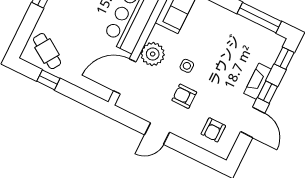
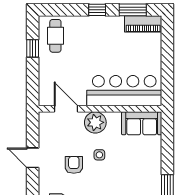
cafe table: (47, 51) -> (55, 36), turned -33
door: (125, 76) -> (66, 109), width x0.73

